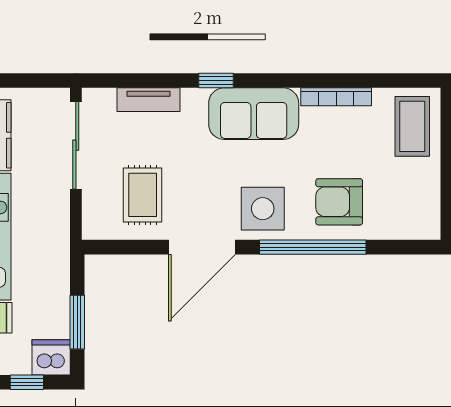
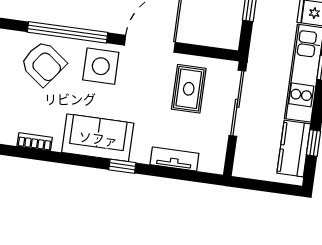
bookcase: (336, 97) -> (35, 142), width x0.64
sliding door: (76, 145) -> (237, 103), moved
armchair: (339, 202) -> (43, 63), turned 37

